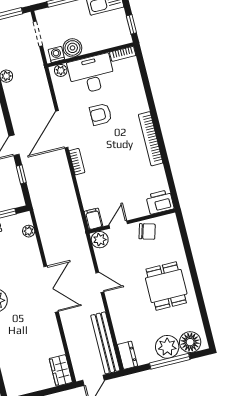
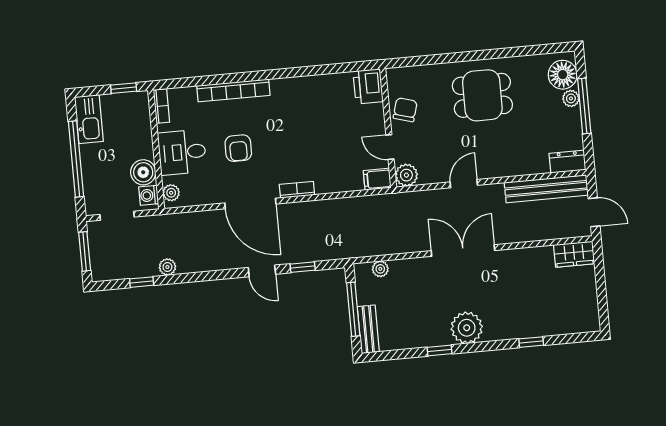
desk: (91, 74) -> (182, 152), width x0.73
bookcase: (151, 139) -> (233, 90), moved
plant: (167, 347) -> (571, 98), width x0.53, depth x0.53

